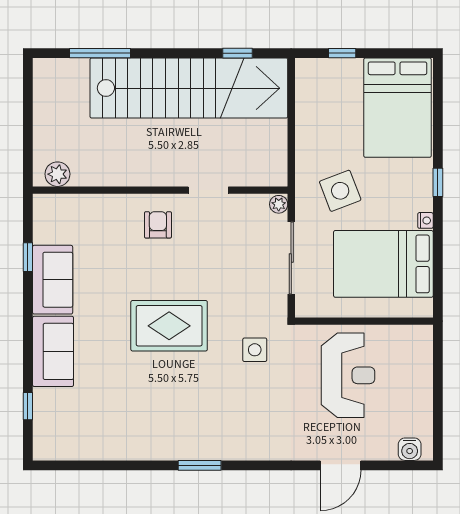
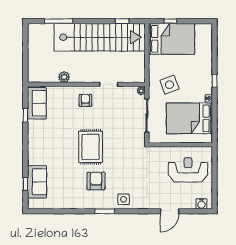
bed: (398, 108) -> (171, 39), moved, turned -90
plant: (57, 174) -> (64, 77), moved
sofa: (53, 280) -> (37, 103), moved
rug: (169, 326) -> (91, 147), turned 90
side table: (255, 350) -> (124, 199), moved
sofa: (53, 351) -> (37, 182), moved
reception desk: (348, 375) -> (188, 170), moved, turned -90
armchair: (181, 400) -> (96, 181), added

